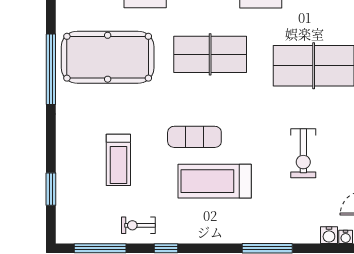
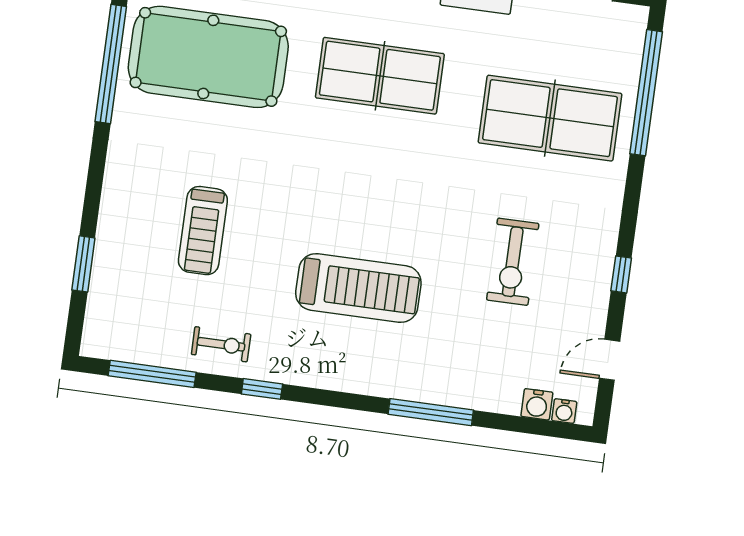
exercise mat: (194, 137) -> (335, 210), removed
treadmill: (215, 181) -> (358, 288), turned 180
exercise bike: (138, 225) -> (221, 344), turned 180

